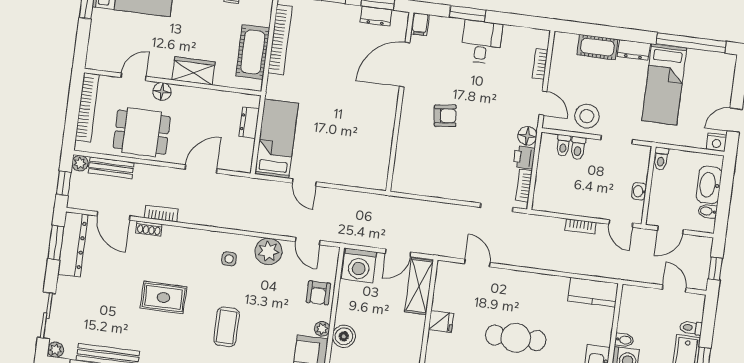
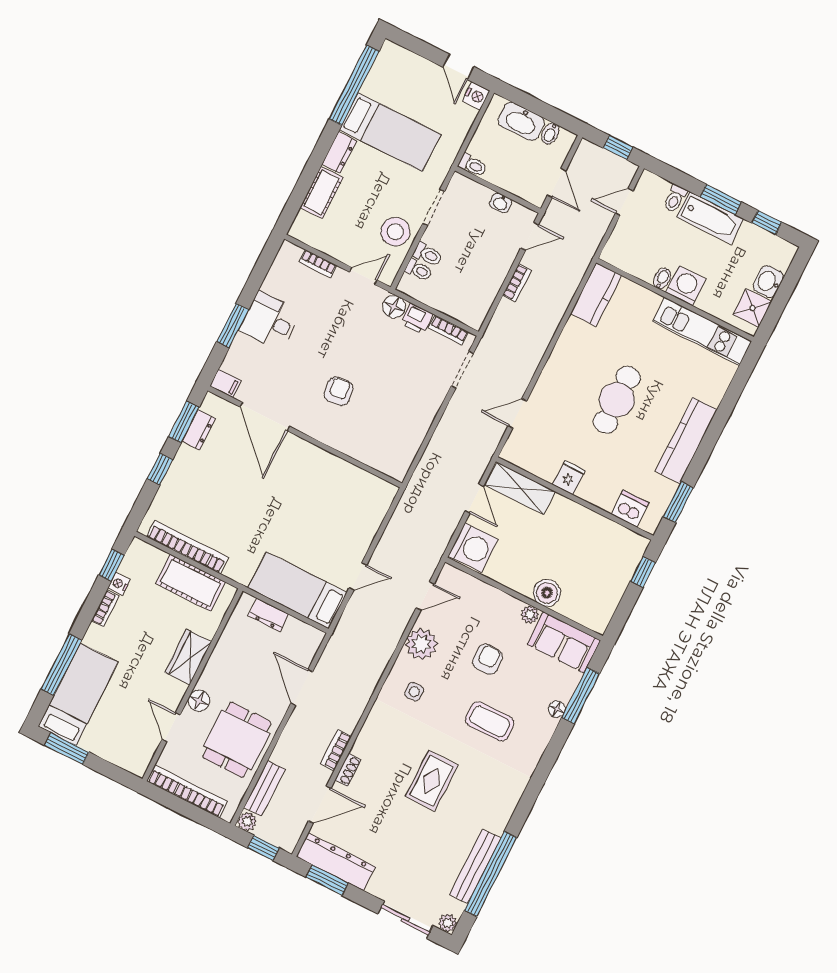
armchair: (318, 293) -> (488, 659), moved, turned -90

